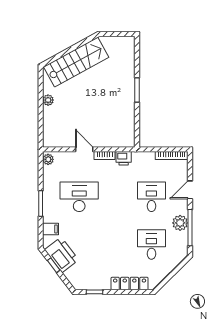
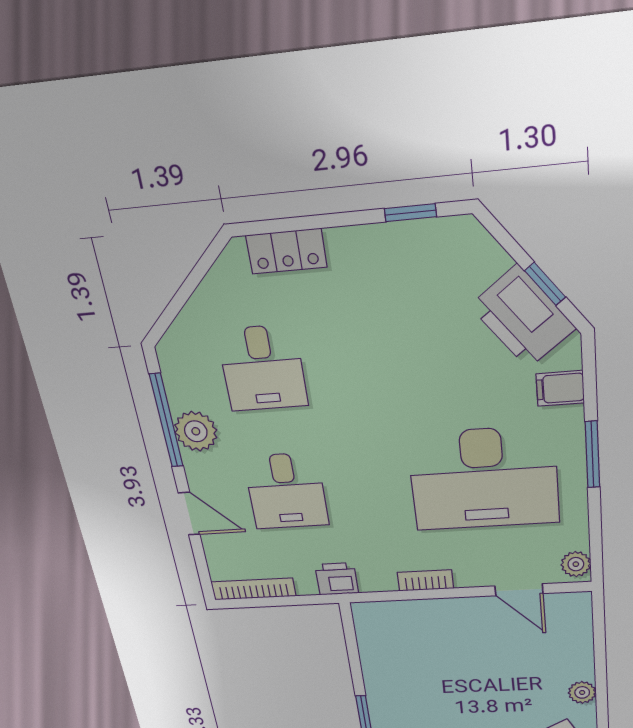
door: (84, 149) -> (519, 590), moved
printer: (124, 158) -> (337, 579), moved
door: (190, 190) -> (189, 514), hinge flipped
desk: (79, 197) -> (484, 479), width x1.36, depth x1.30
locker: (130, 283) -> (286, 251), width x0.66

